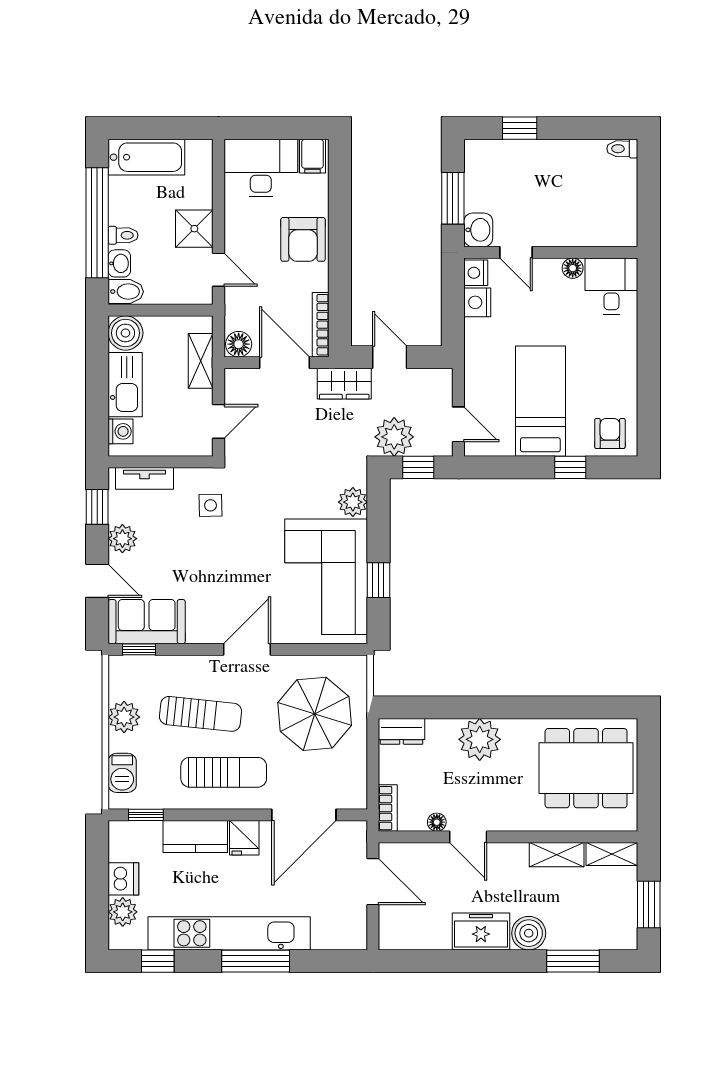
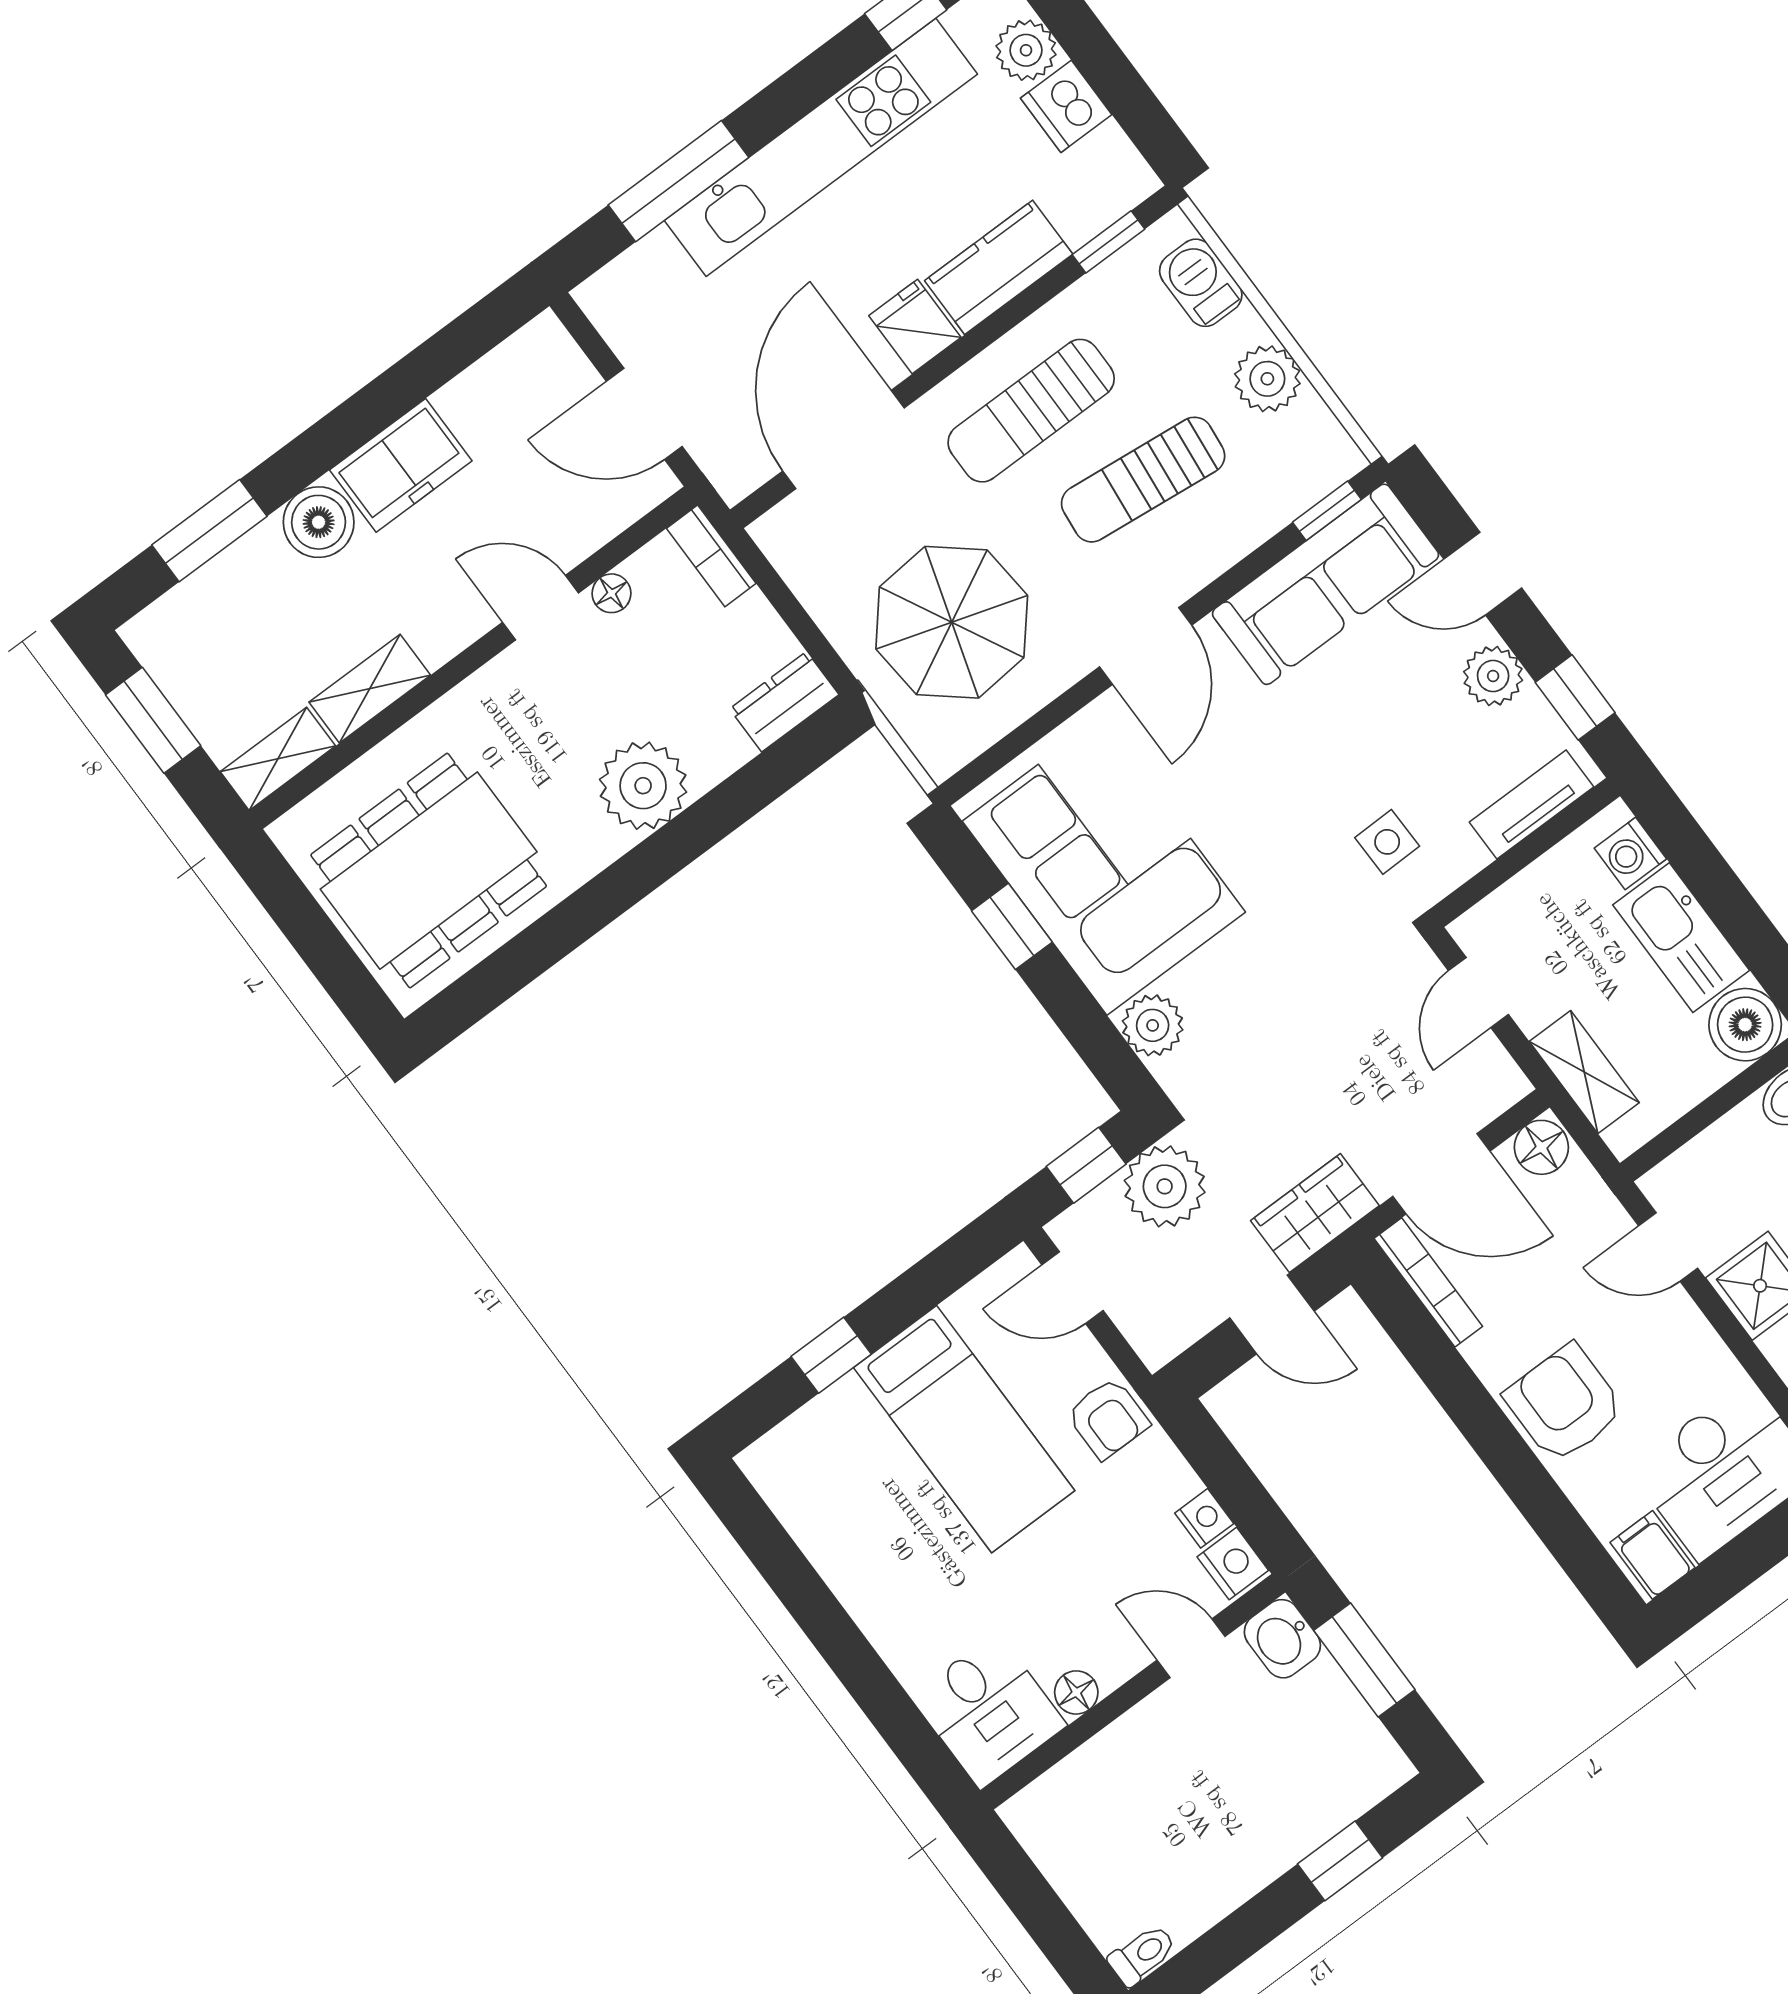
nightstand: (477, 302) -> (1204, 1518), width x0.72, depth x0.74
armchair: (610, 433) -> (1108, 1418), moved
sofa: (147, 622) -> (1325, 584), width x1.36
window: (256, 961) -> (679, 181), moved

